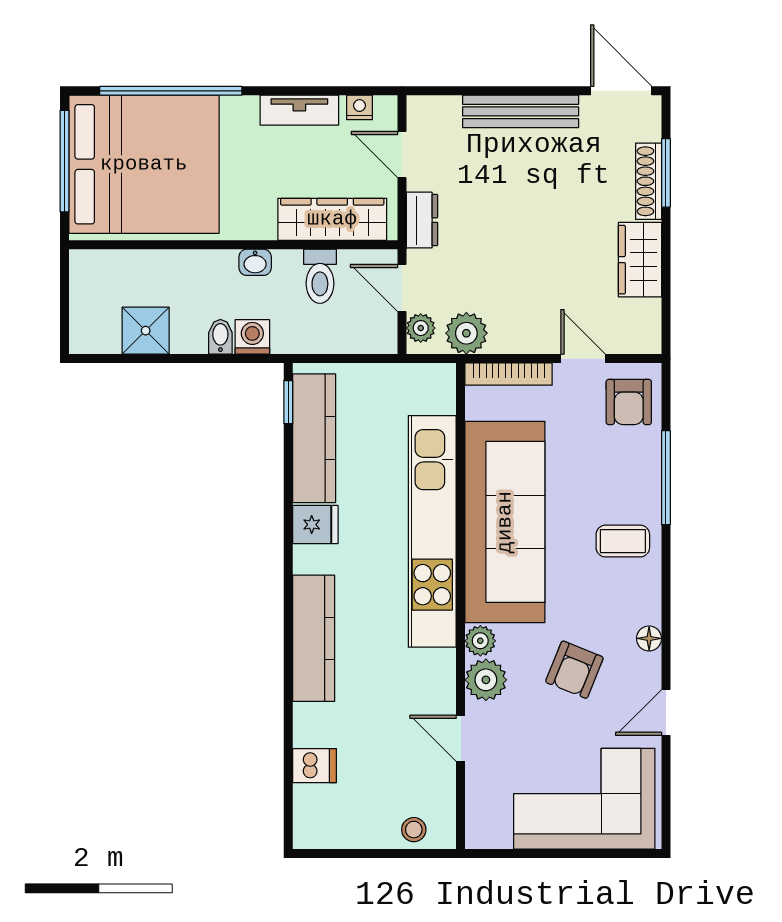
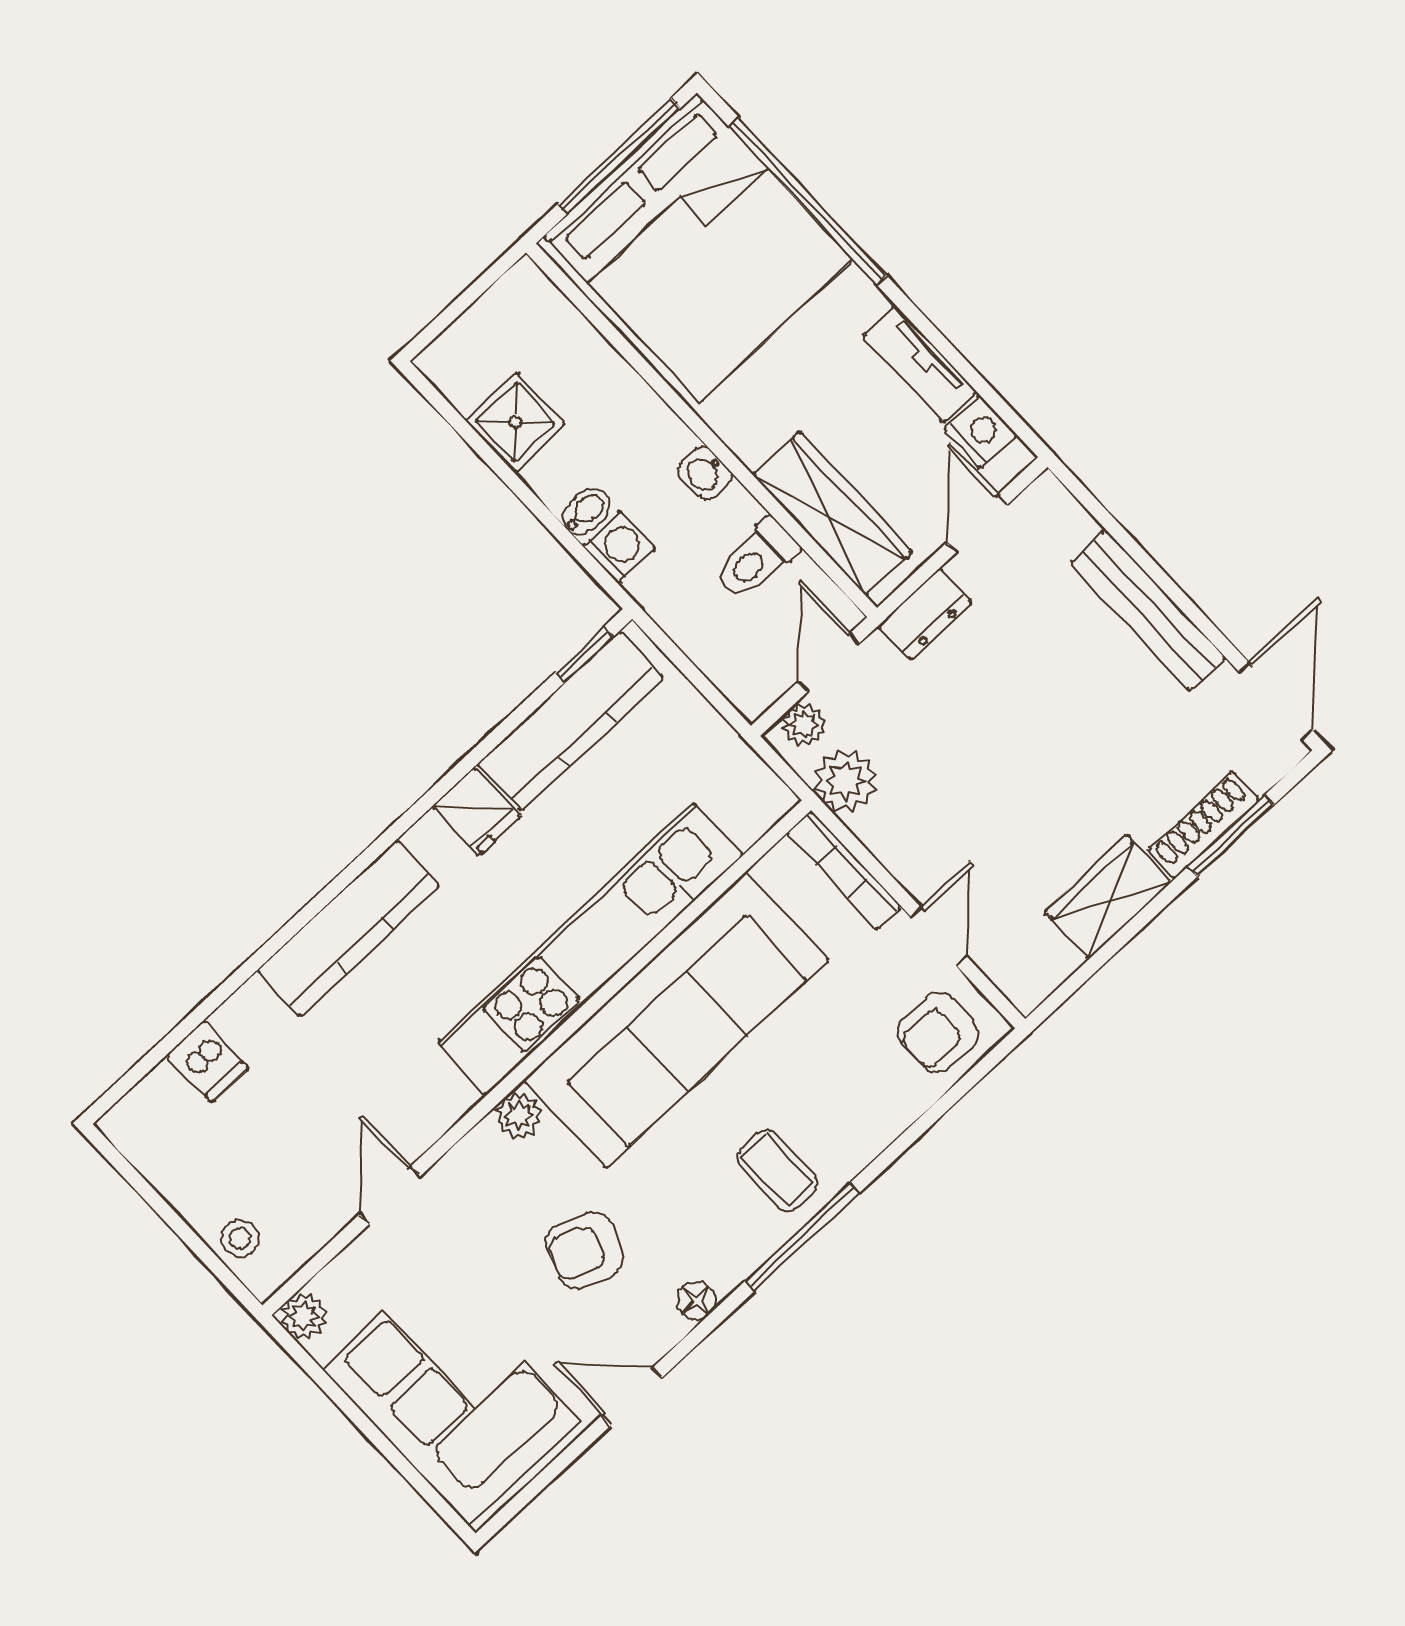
nightstand: (359, 107) -> (980, 432), width x1.39, depth x1.35
window: (666, 478) -> (802, 1237), moved
plant: (486, 680) -> (304, 1316), moved, width x0.73, depth x0.73

